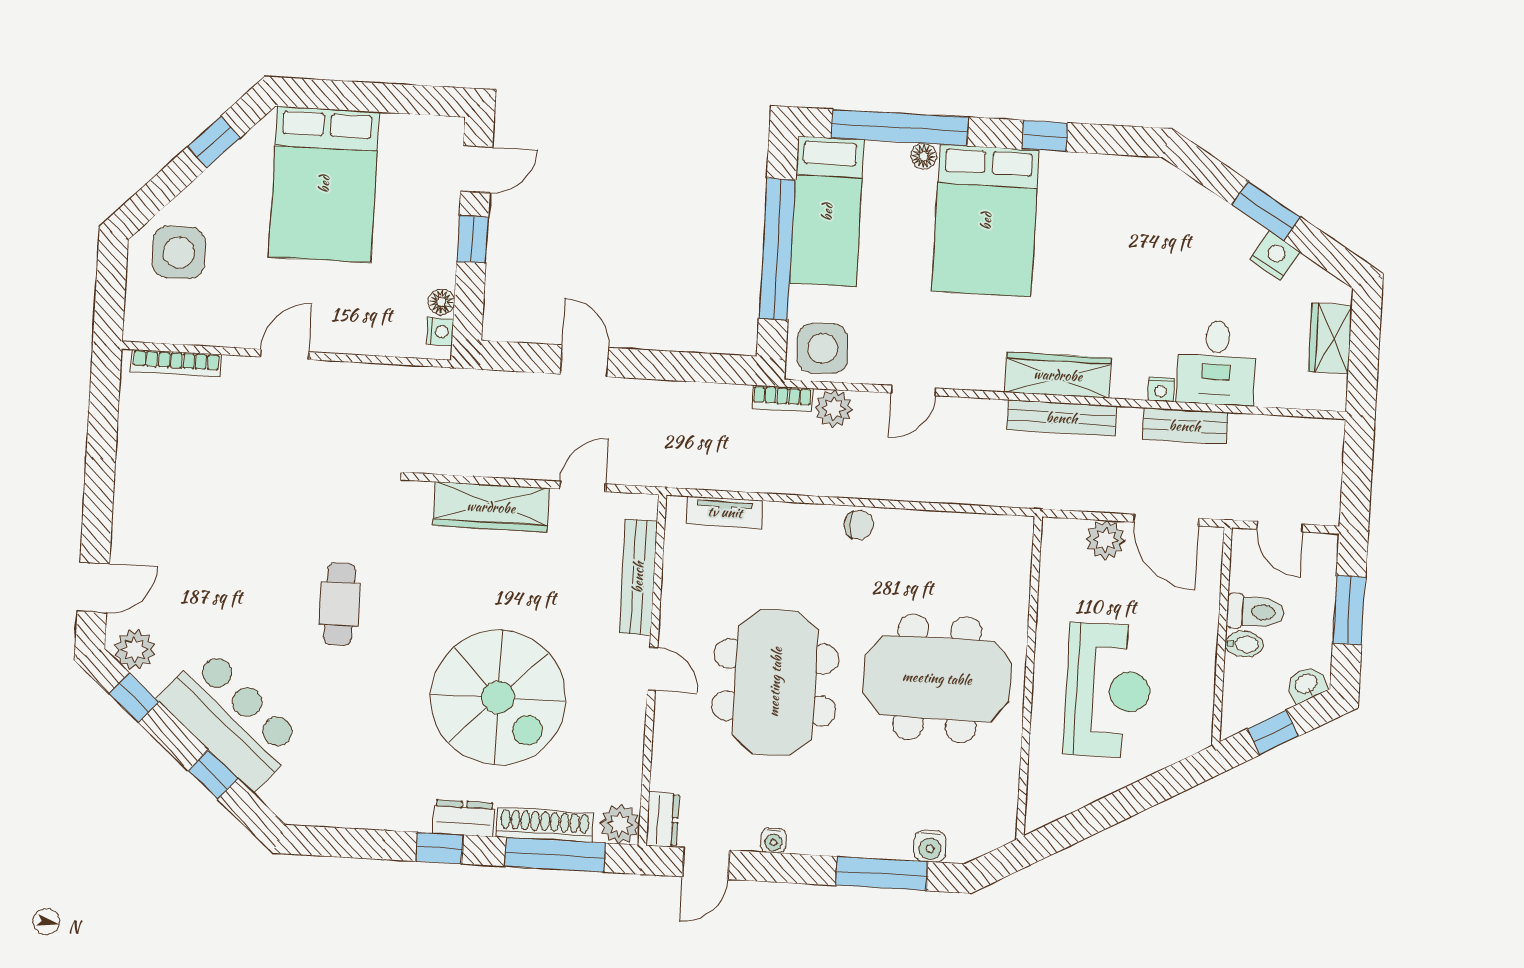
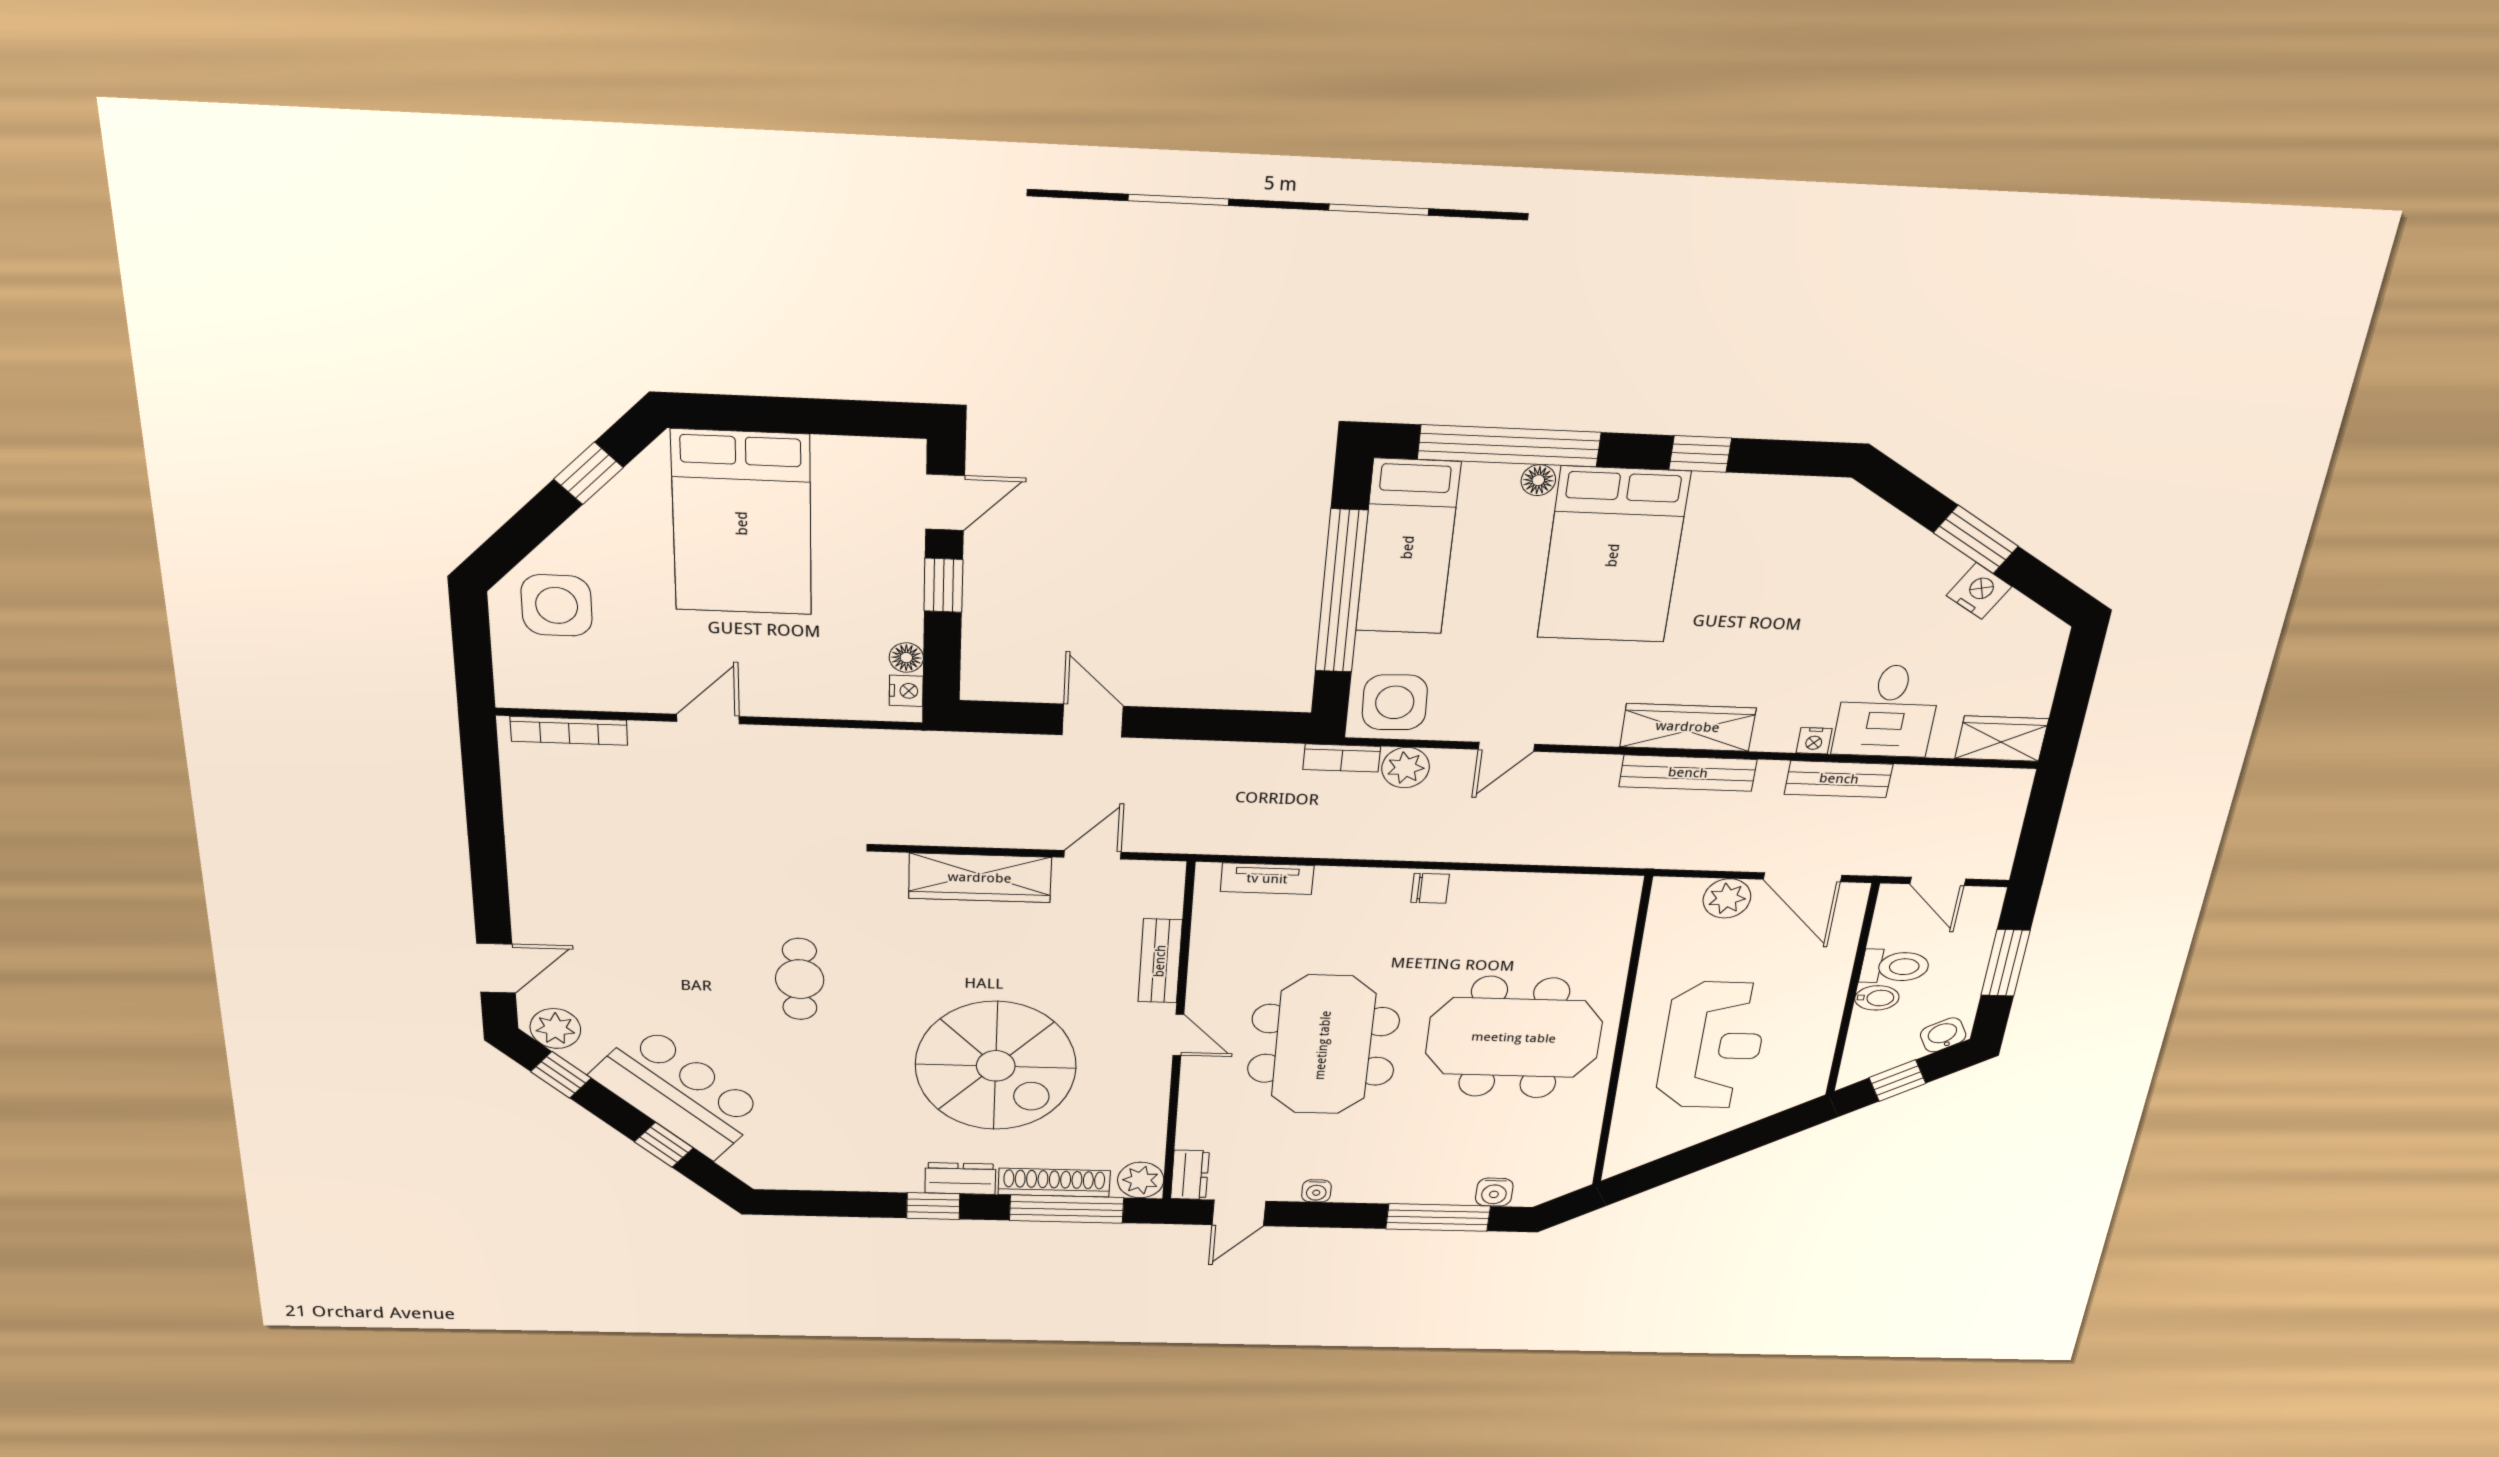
wardrobe: (1330, 338) -> (2002, 739), moved, turned 90
bench: (638, 577) -> (1160, 961), width x0.73

